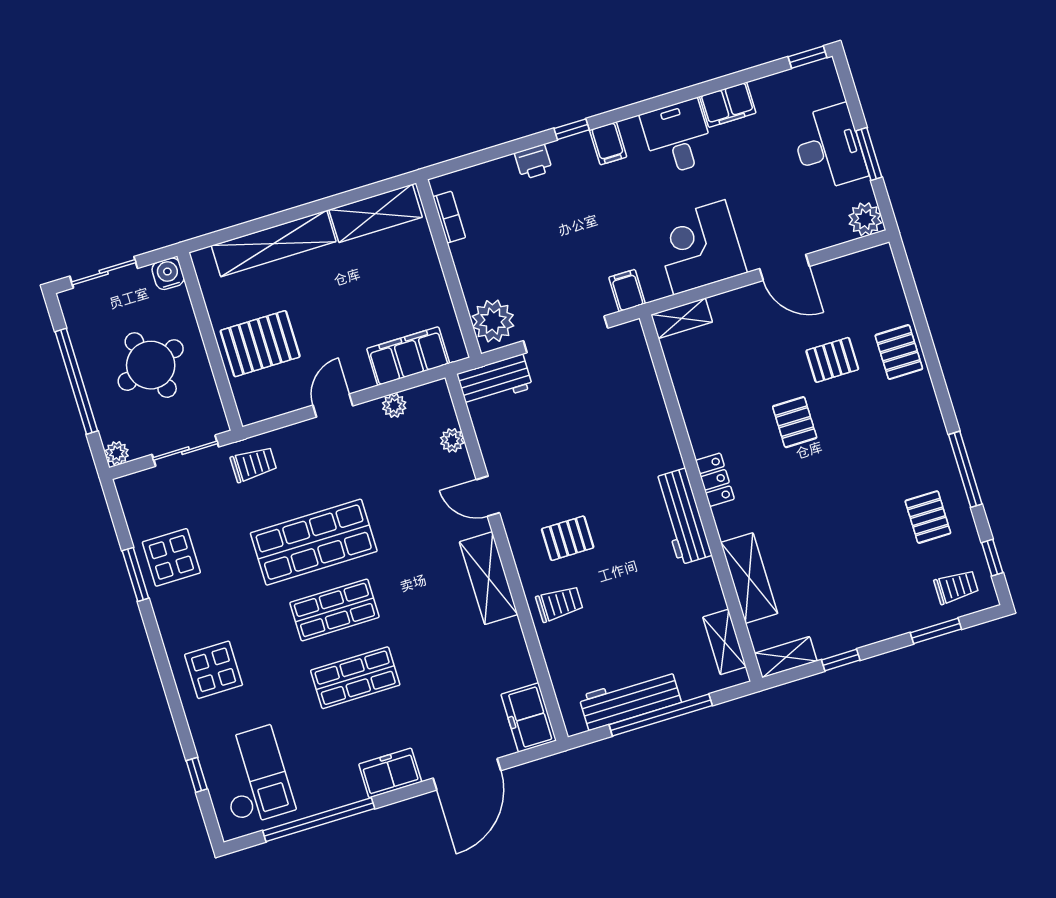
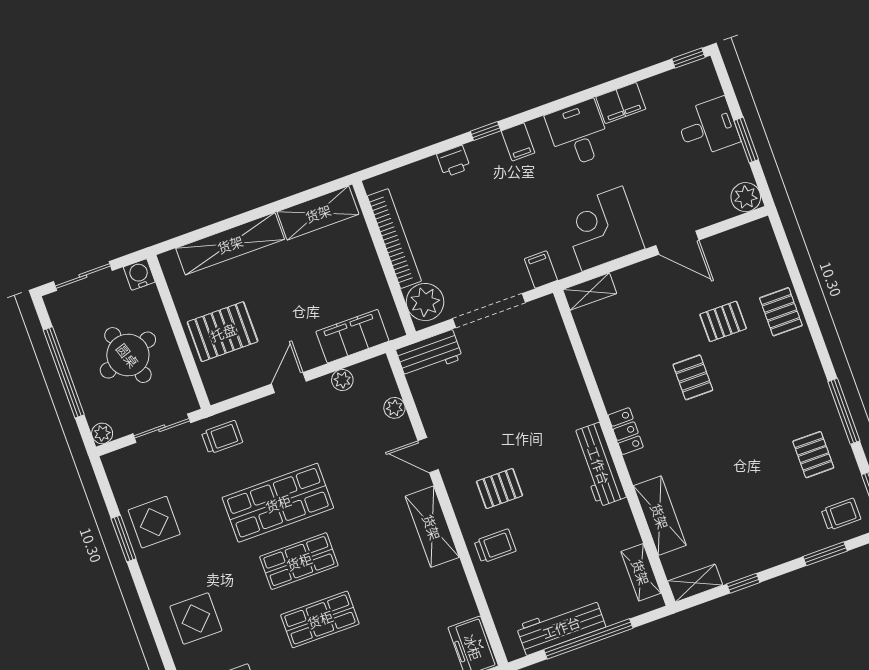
desk: (829, 148) -> (708, 127), width x0.73
bookcase: (449, 217) -> (394, 239), width x2.31, depth x1.31

